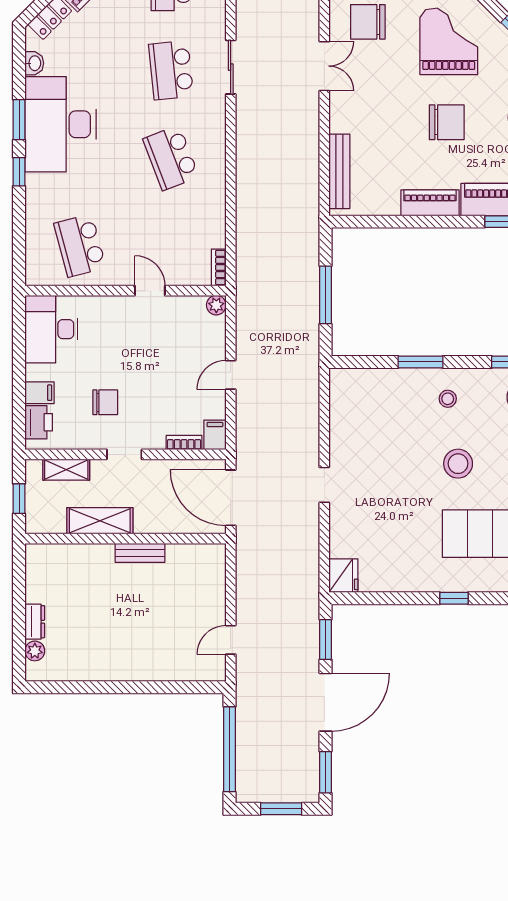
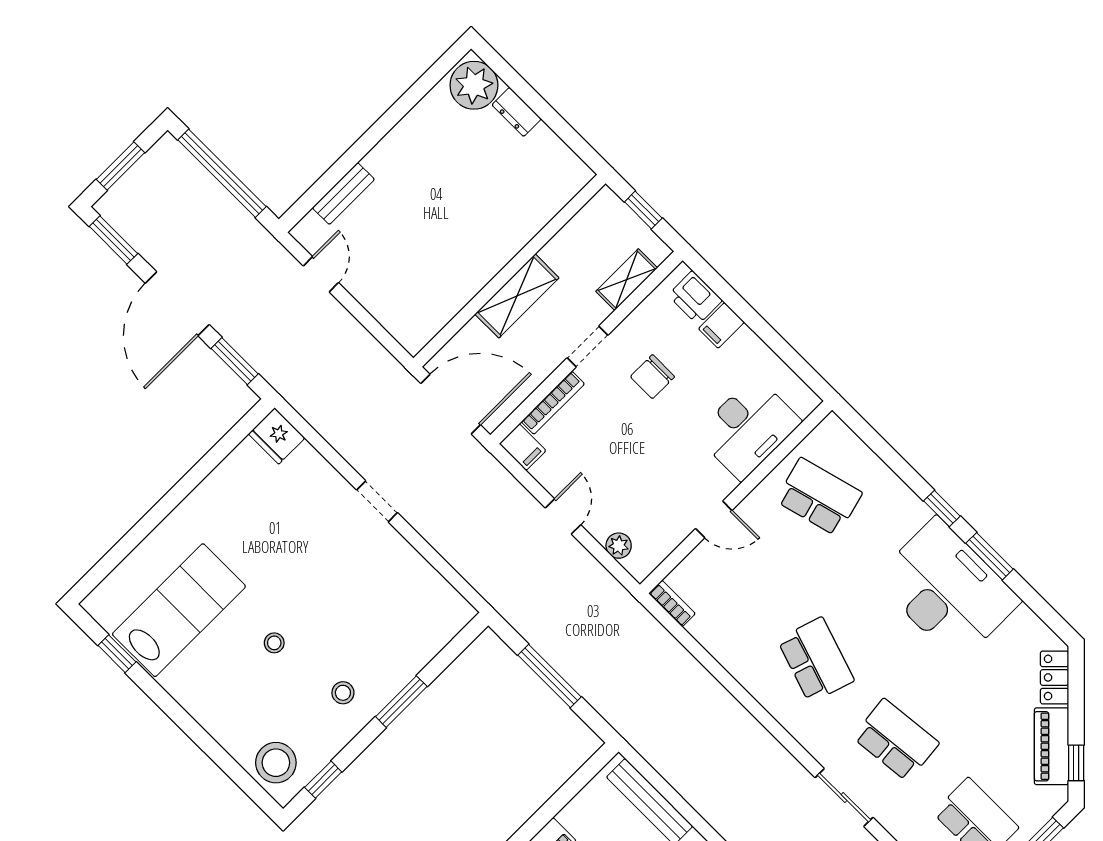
washbasin: (34, 63) -> (1027, 622), removed
school desk: (171, 158) -> (816, 660), turned 39
plant: (216, 305) -> (619, 546), moved
desk: (51, 329) -> (748, 428), moved, turned 90
bookcase: (184, 443) -> (553, 403), width x1.56
stool: (458, 464) -> (274, 643), width x0.53, depth x0.53
shelving: (100, 521) -> (517, 296), moved
bench: (140, 553) -> (343, 193), moved
window: (454, 598) -> (155, 516), removed
plant: (35, 651) -> (474, 85), width x1.87, depth x1.87

